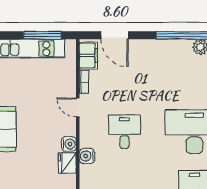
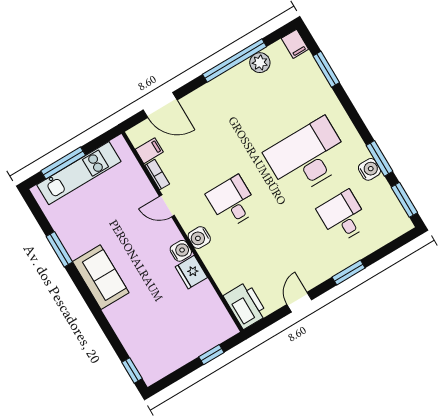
window: (42, 35) -> (63, 163), moved
filing cabinet: (88, 55) -> (149, 151), width x0.50
water cooler: (87, 156) -> (199, 238), moved

